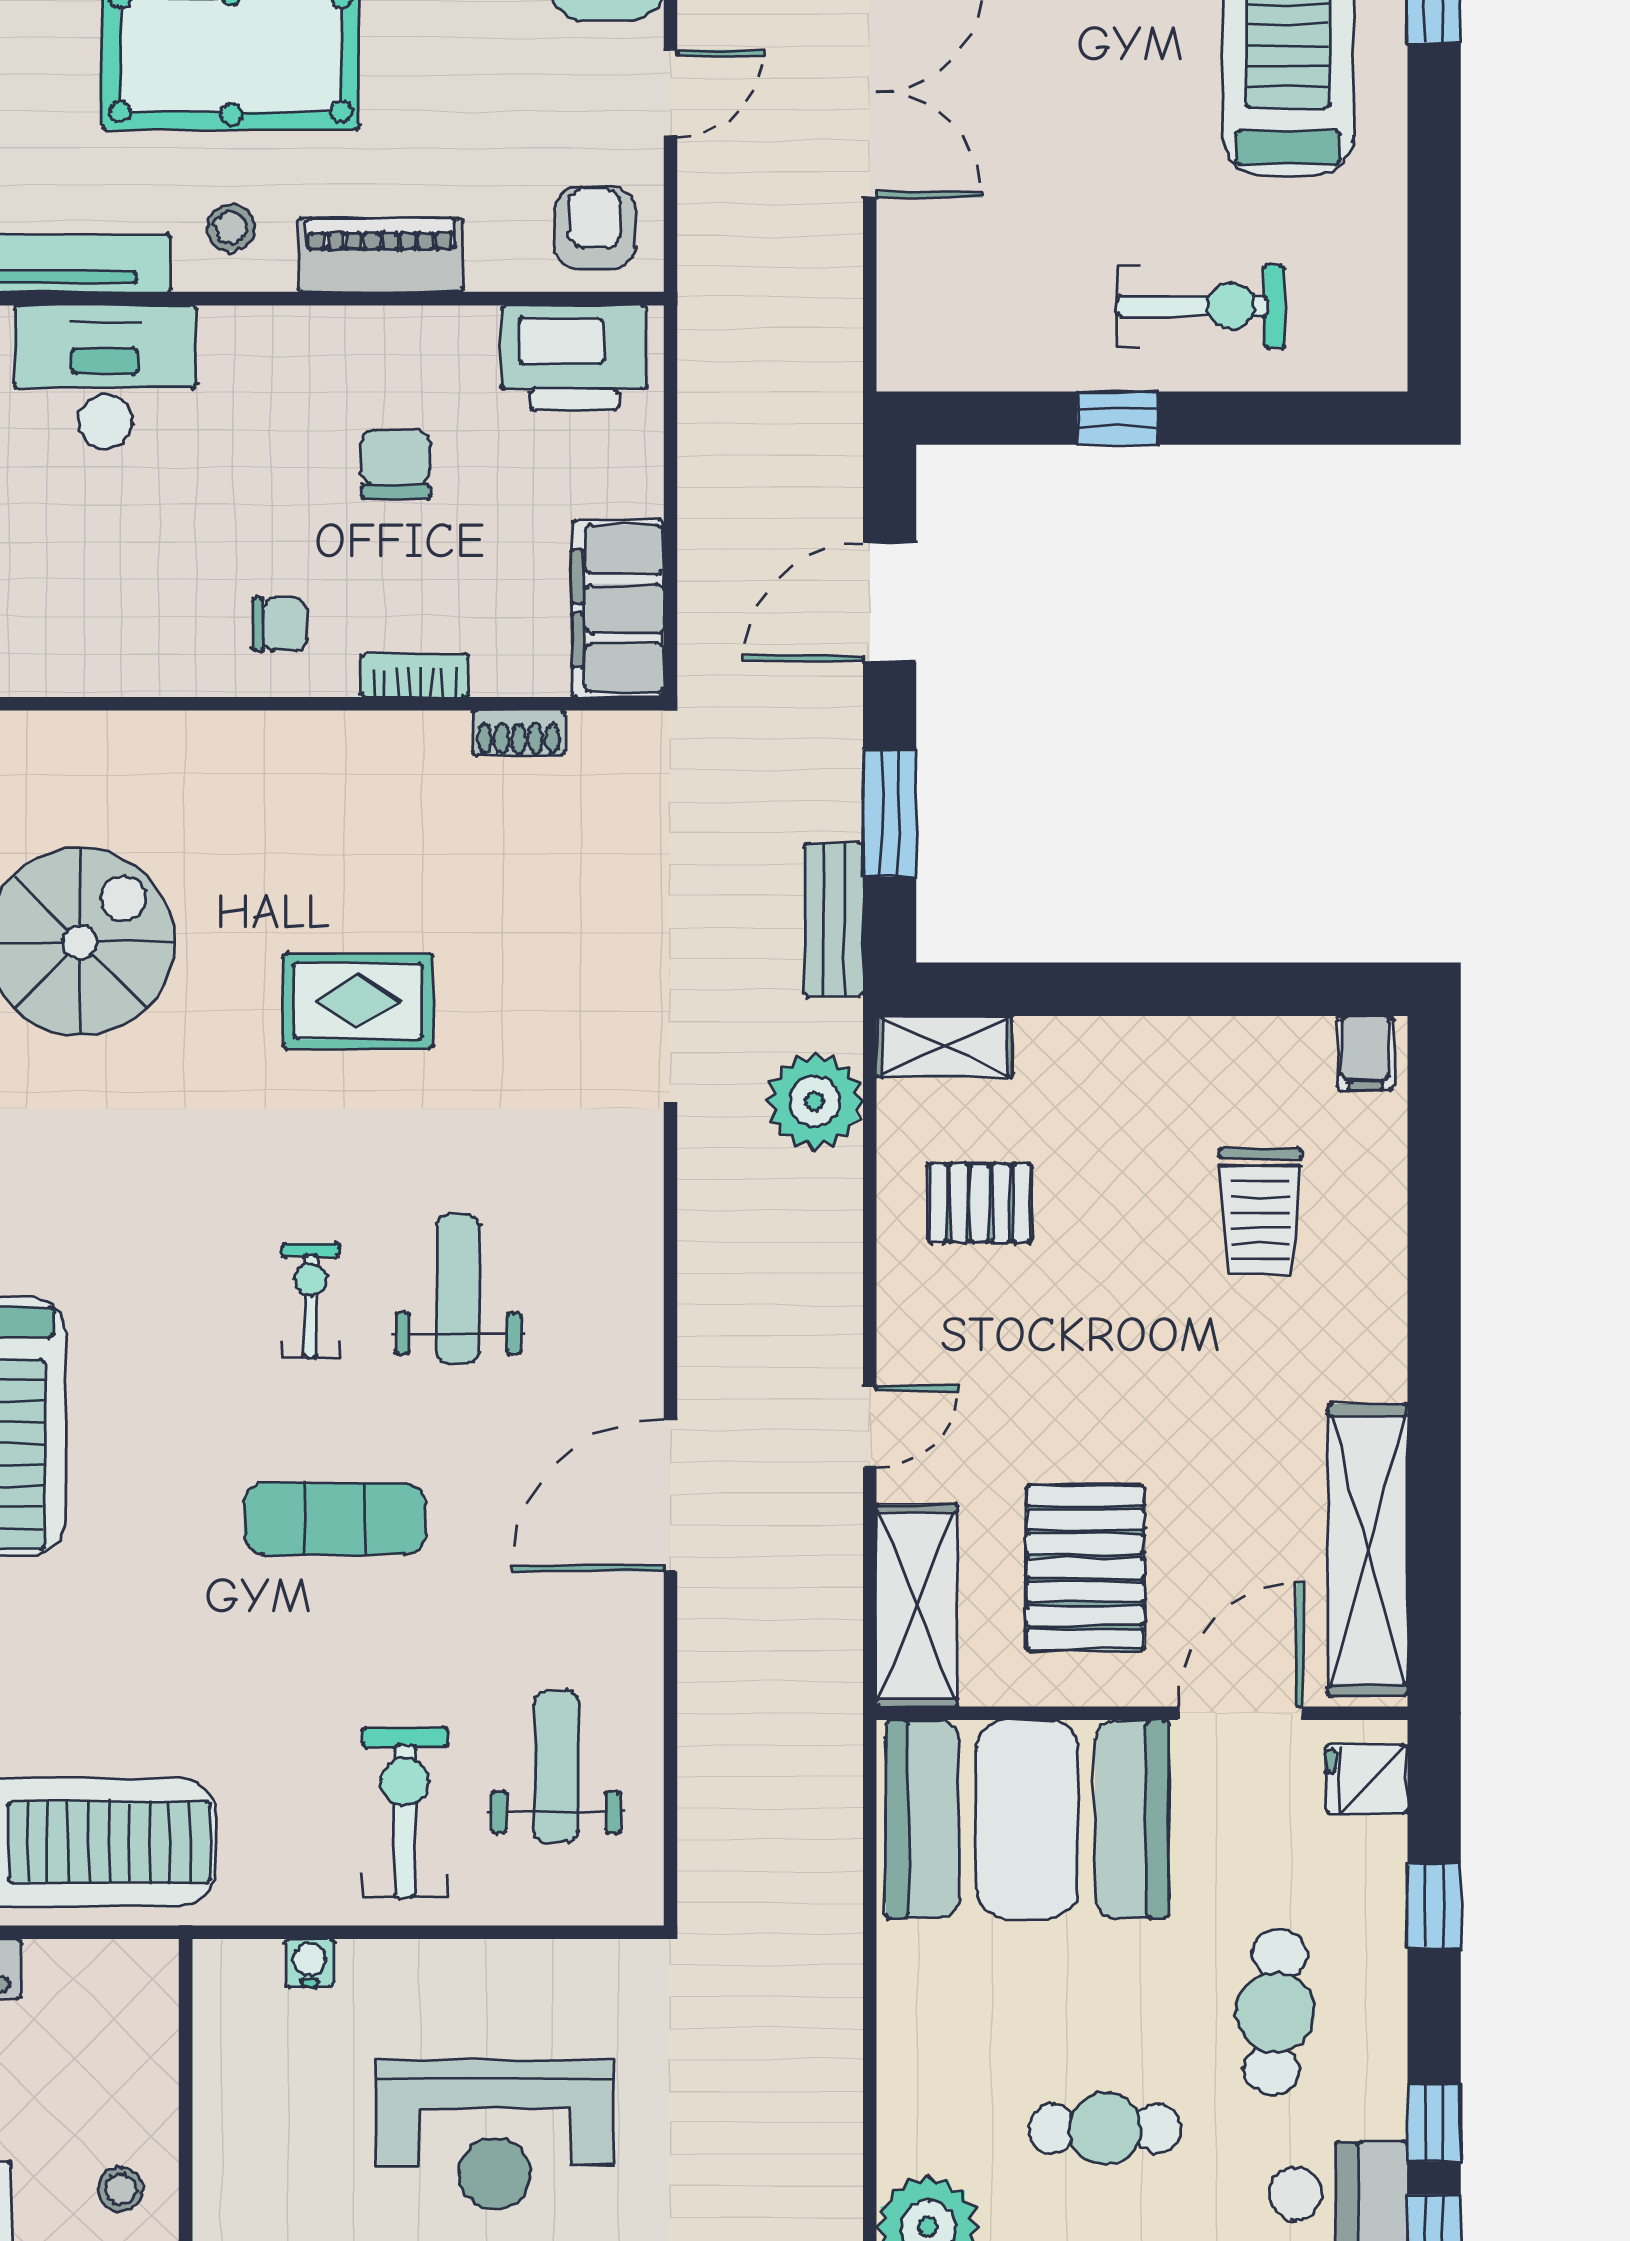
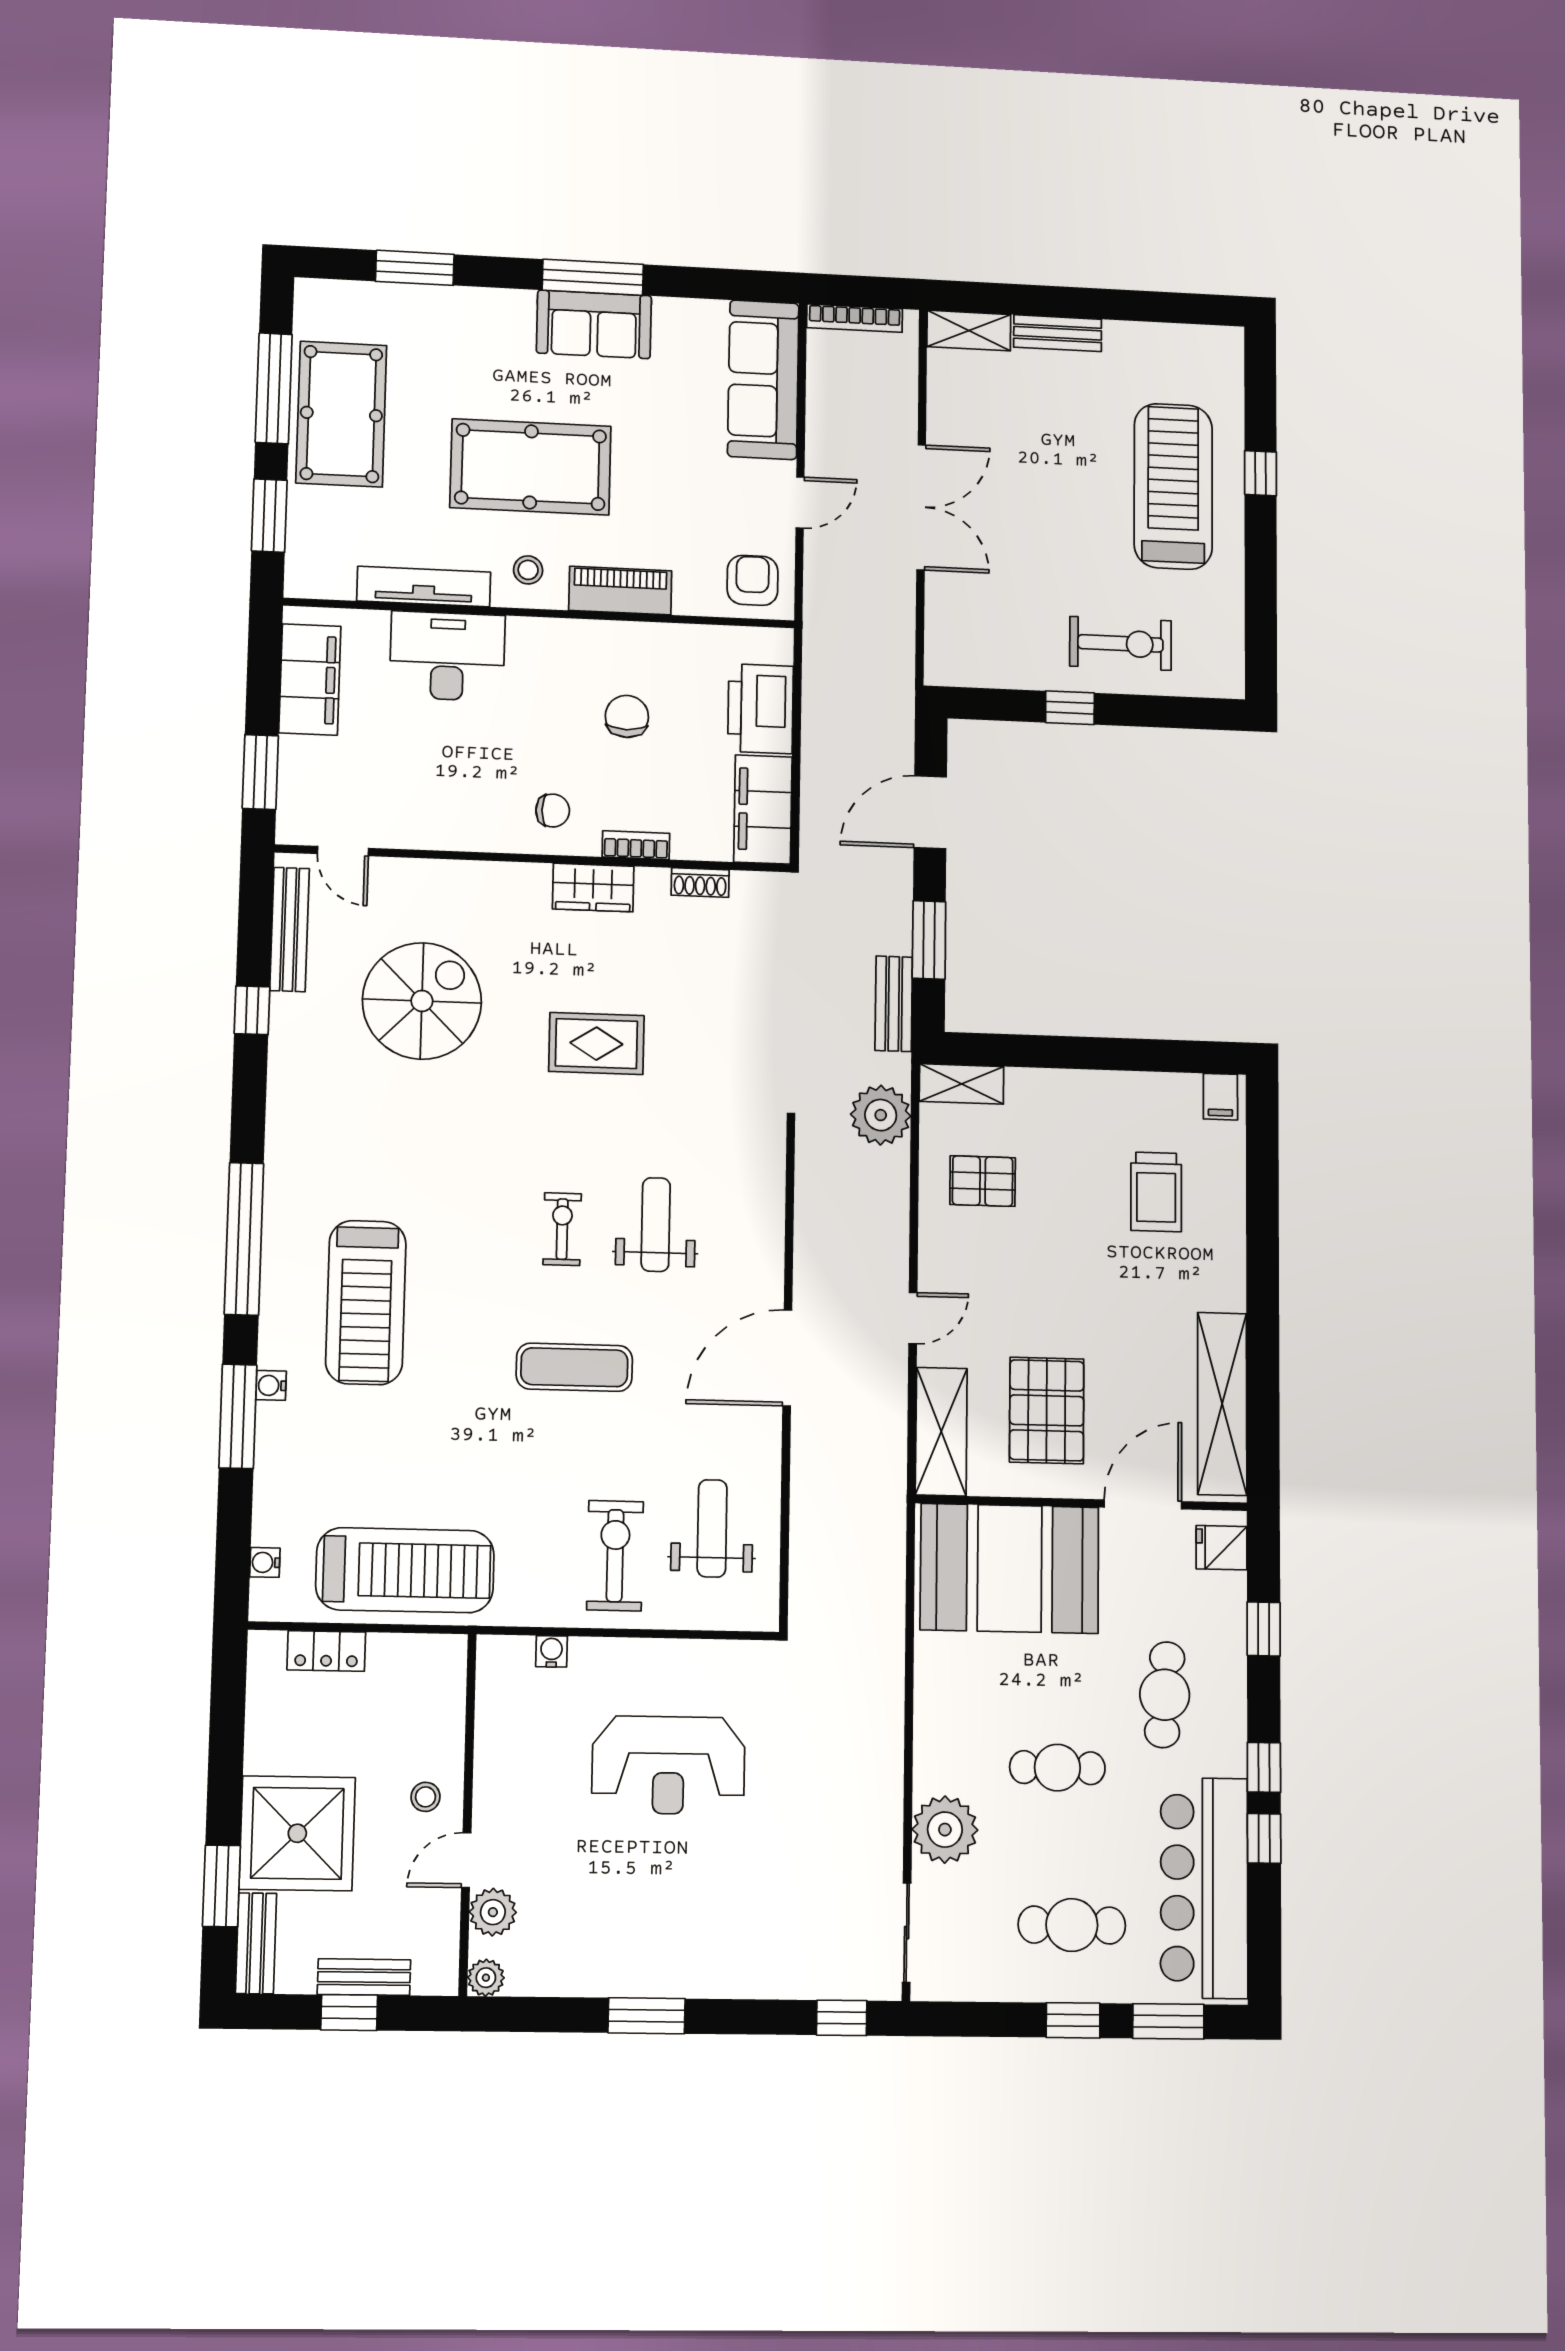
printer: (574, 358) -> (761, 709), moved, turned 90
wardrobe: (347, 748) -> (593, 888), added

